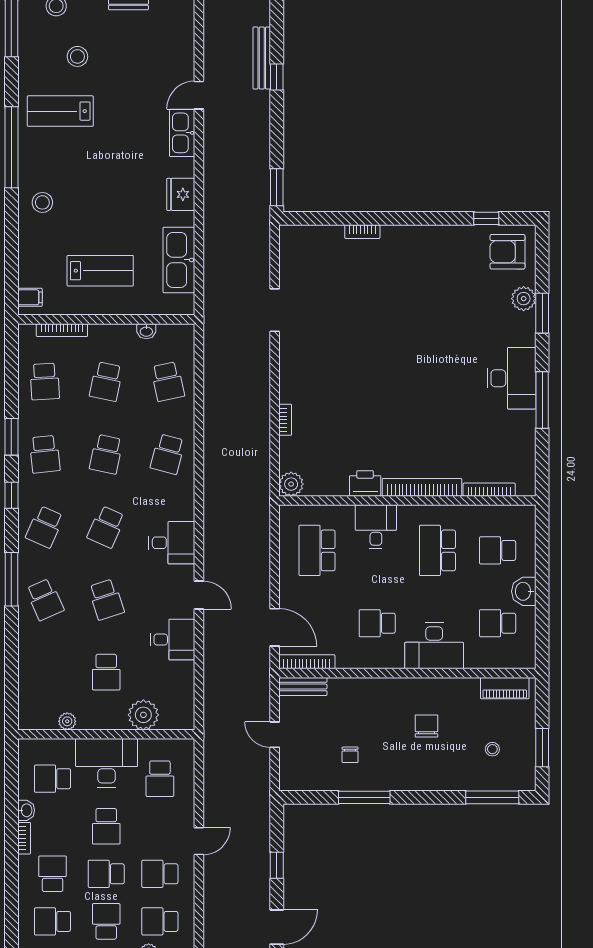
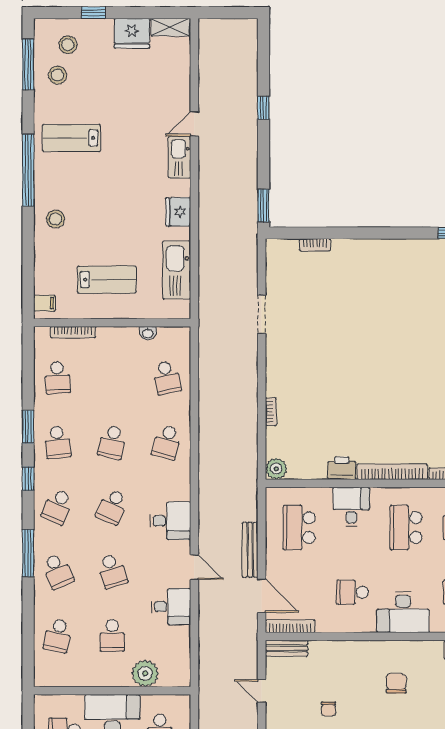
stool: (77, 56) -> (58, 75), moved
bench: (262, 58) -> (250, 550), moved
bookcase: (362, 232) -> (315, 245), moved
school desk: (106, 381) -> (58, 636), moved
plant: (67, 721) -> (78, 679), removed

